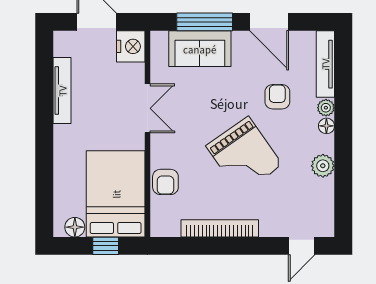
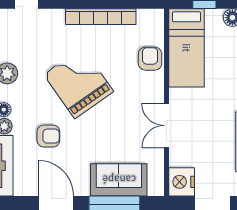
armchair: (277, 97) -> (48, 136), turned -90
bed: (116, 194) -> (187, 48), width x0.67

